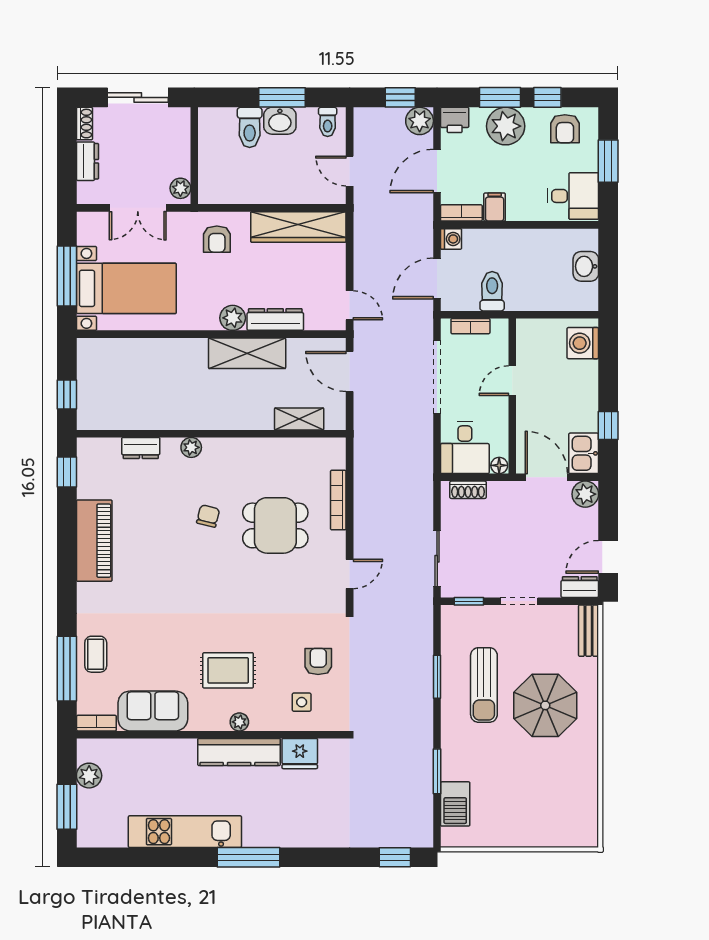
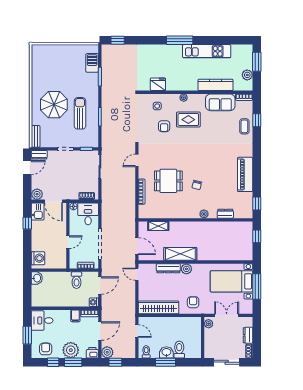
washbasin: (586, 266) -> (37, 278), moved
armchair: (318, 662) -> (164, 126), moved
window: (67, 669) -> (257, 120), width x0.46
kitchen counter: (239, 752) -> (216, 85), moved

